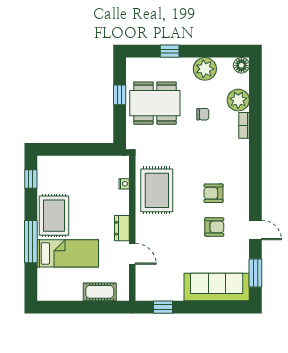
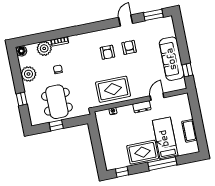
sofa: (217, 287) -> (172, 59), moved
cot: (100, 292) -> (189, 131), moved

